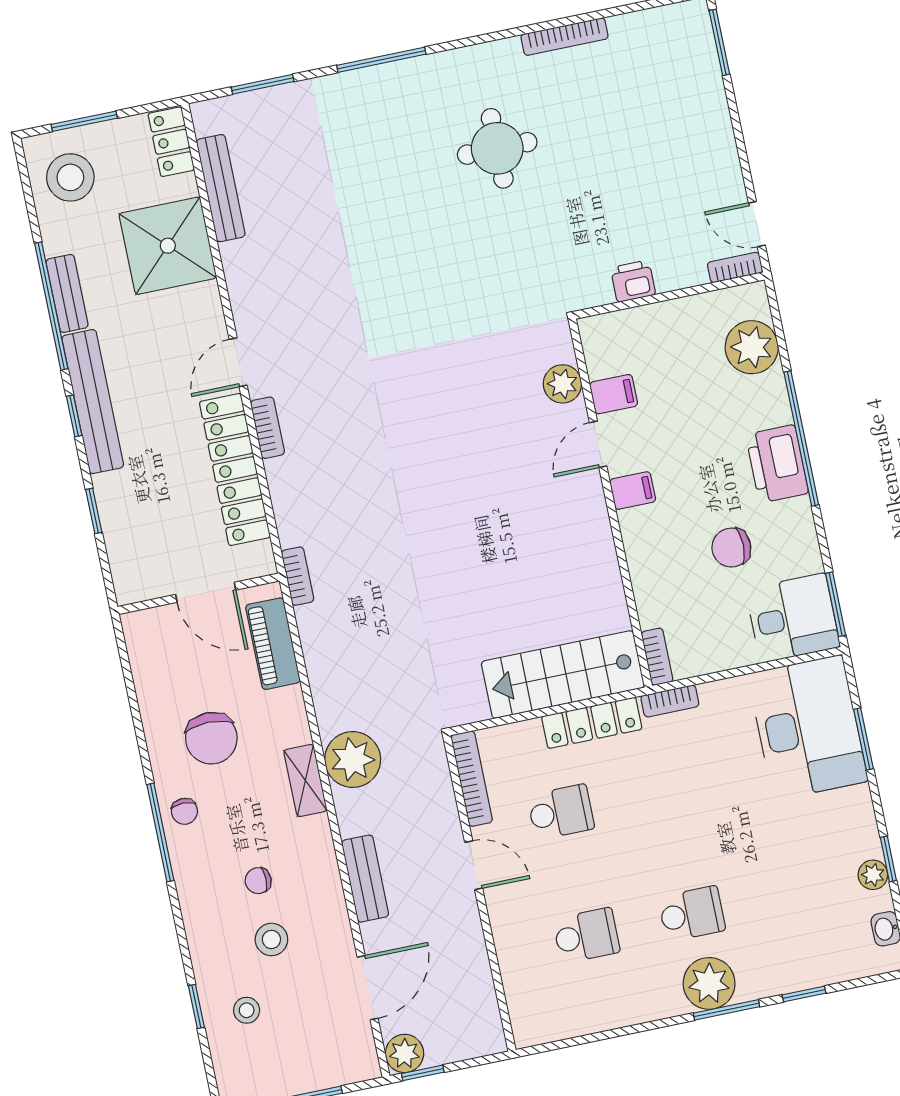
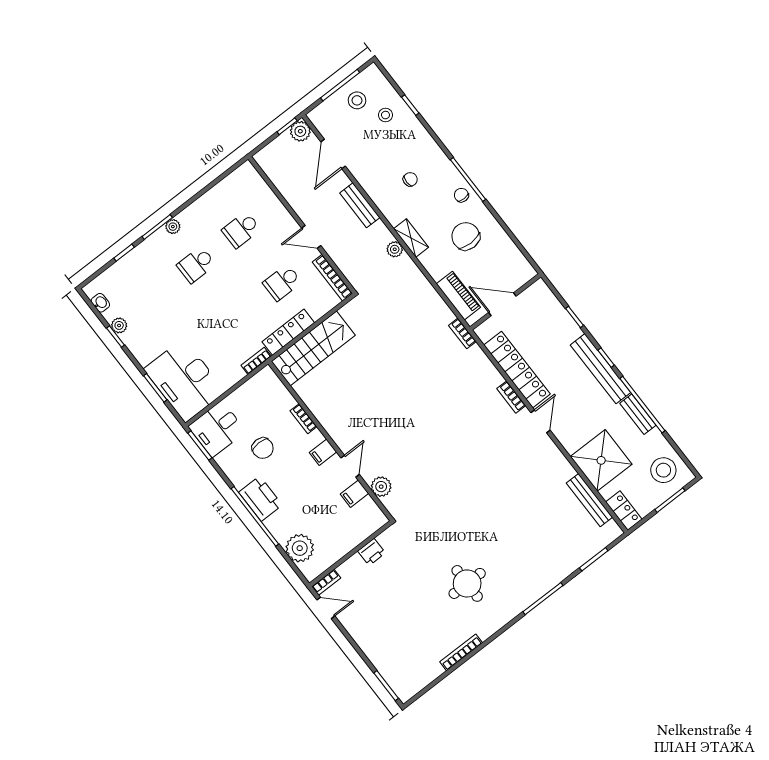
chair: (731, 548) -> (263, 448), turned 89
bookcase: (657, 657) -> (303, 419), moved
plant: (353, 760) -> (395, 249), width x0.53, depth x0.53
stool: (271, 939) -> (357, 100), moved
plant: (709, 983) -> (173, 227), width x0.53, depth x0.53

